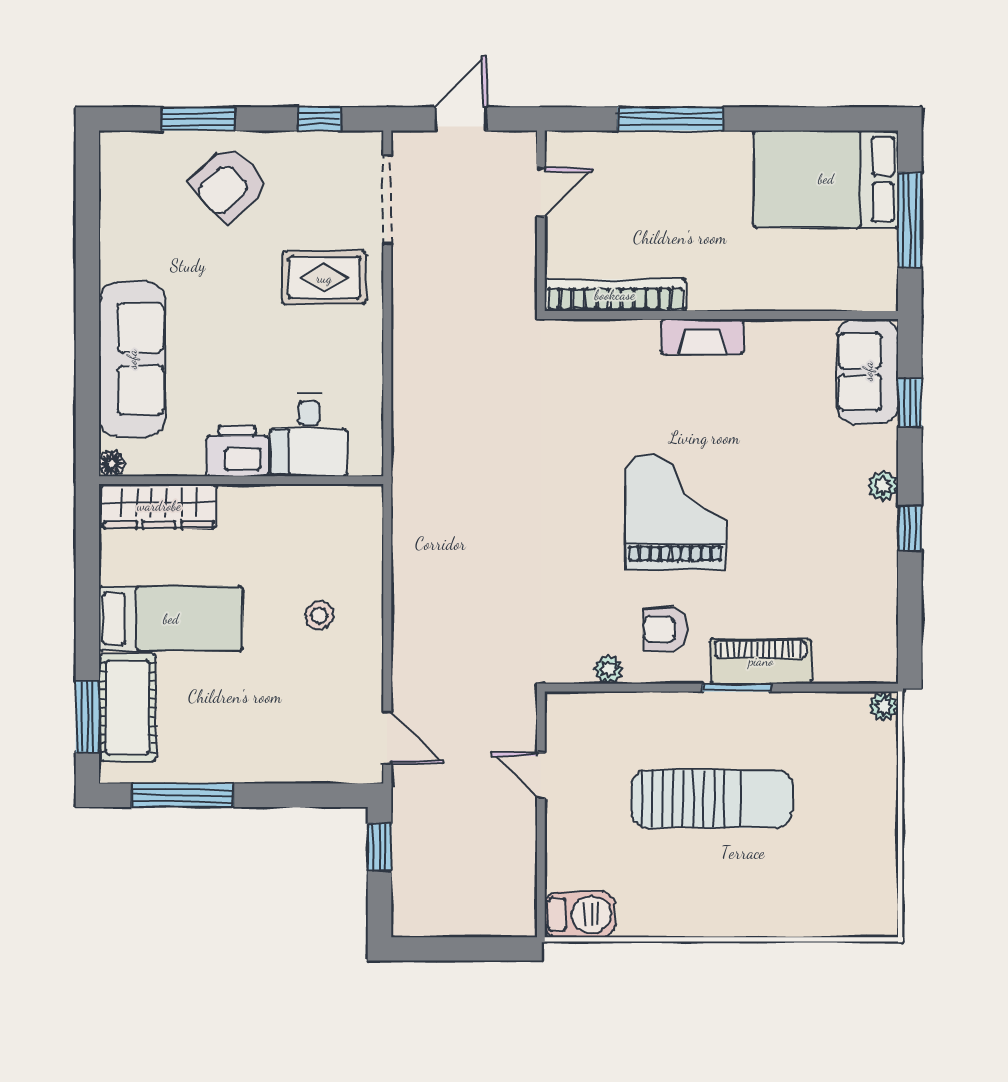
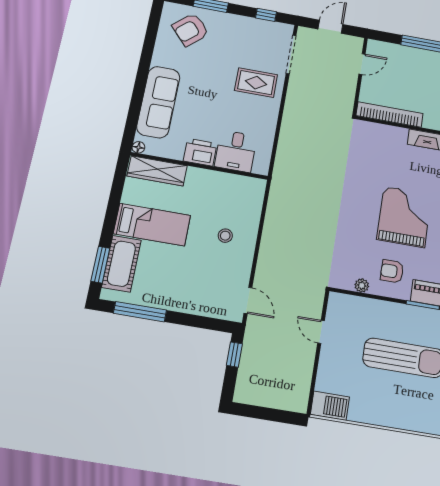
armchair: (229, 184) -> (190, 30), moved

